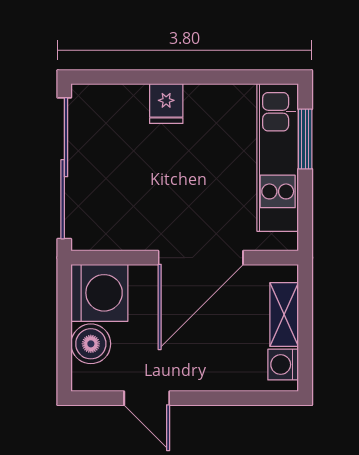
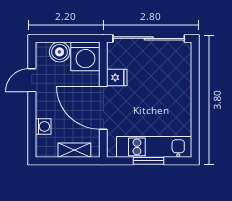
fridge: (166, 104) -> (117, 77), moved, turned 180
window: (305, 139) -> (148, 161), moved
washing machine: (283, 365) -> (43, 126), moved, turned 90

